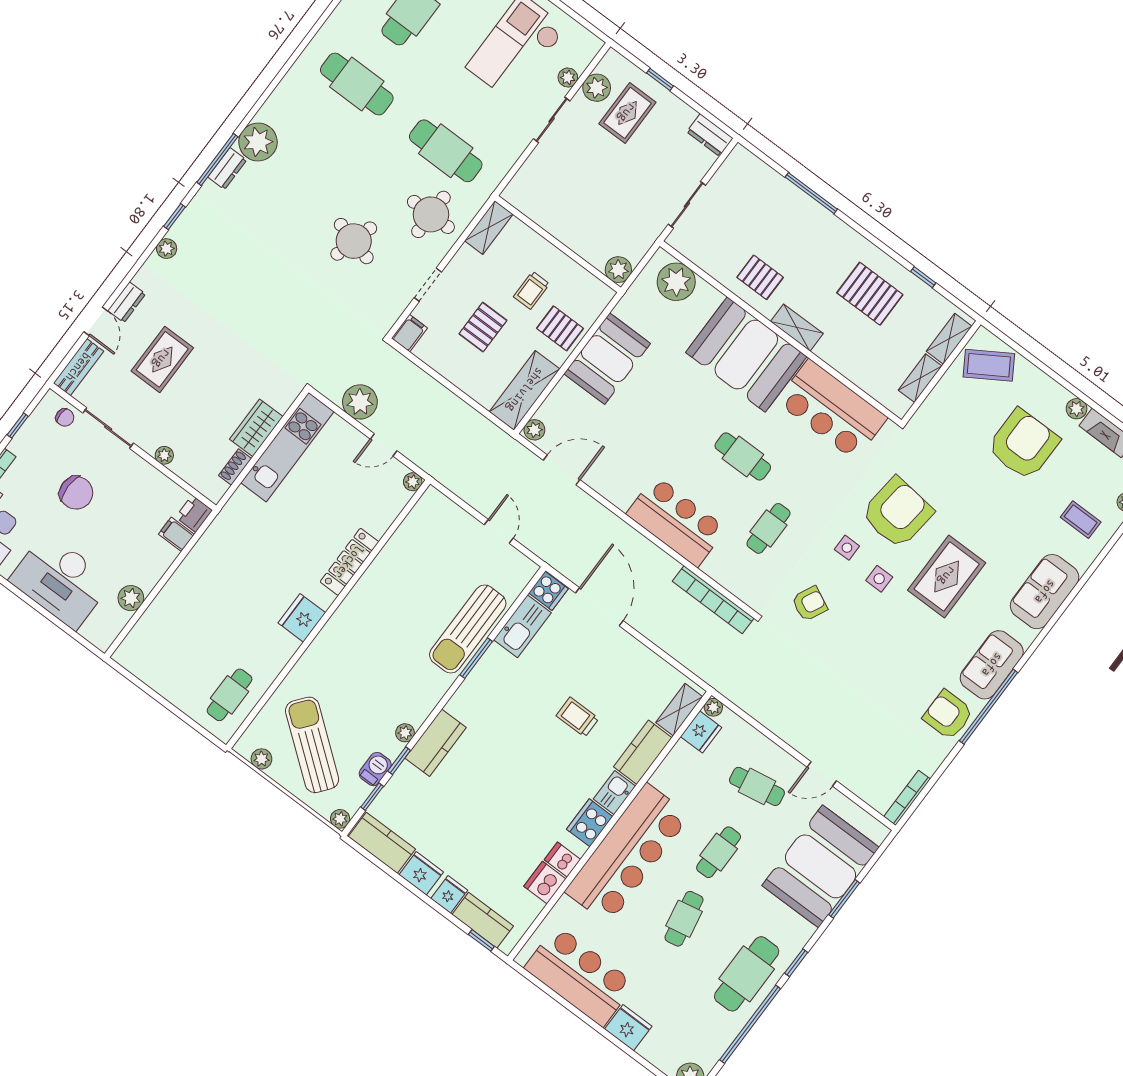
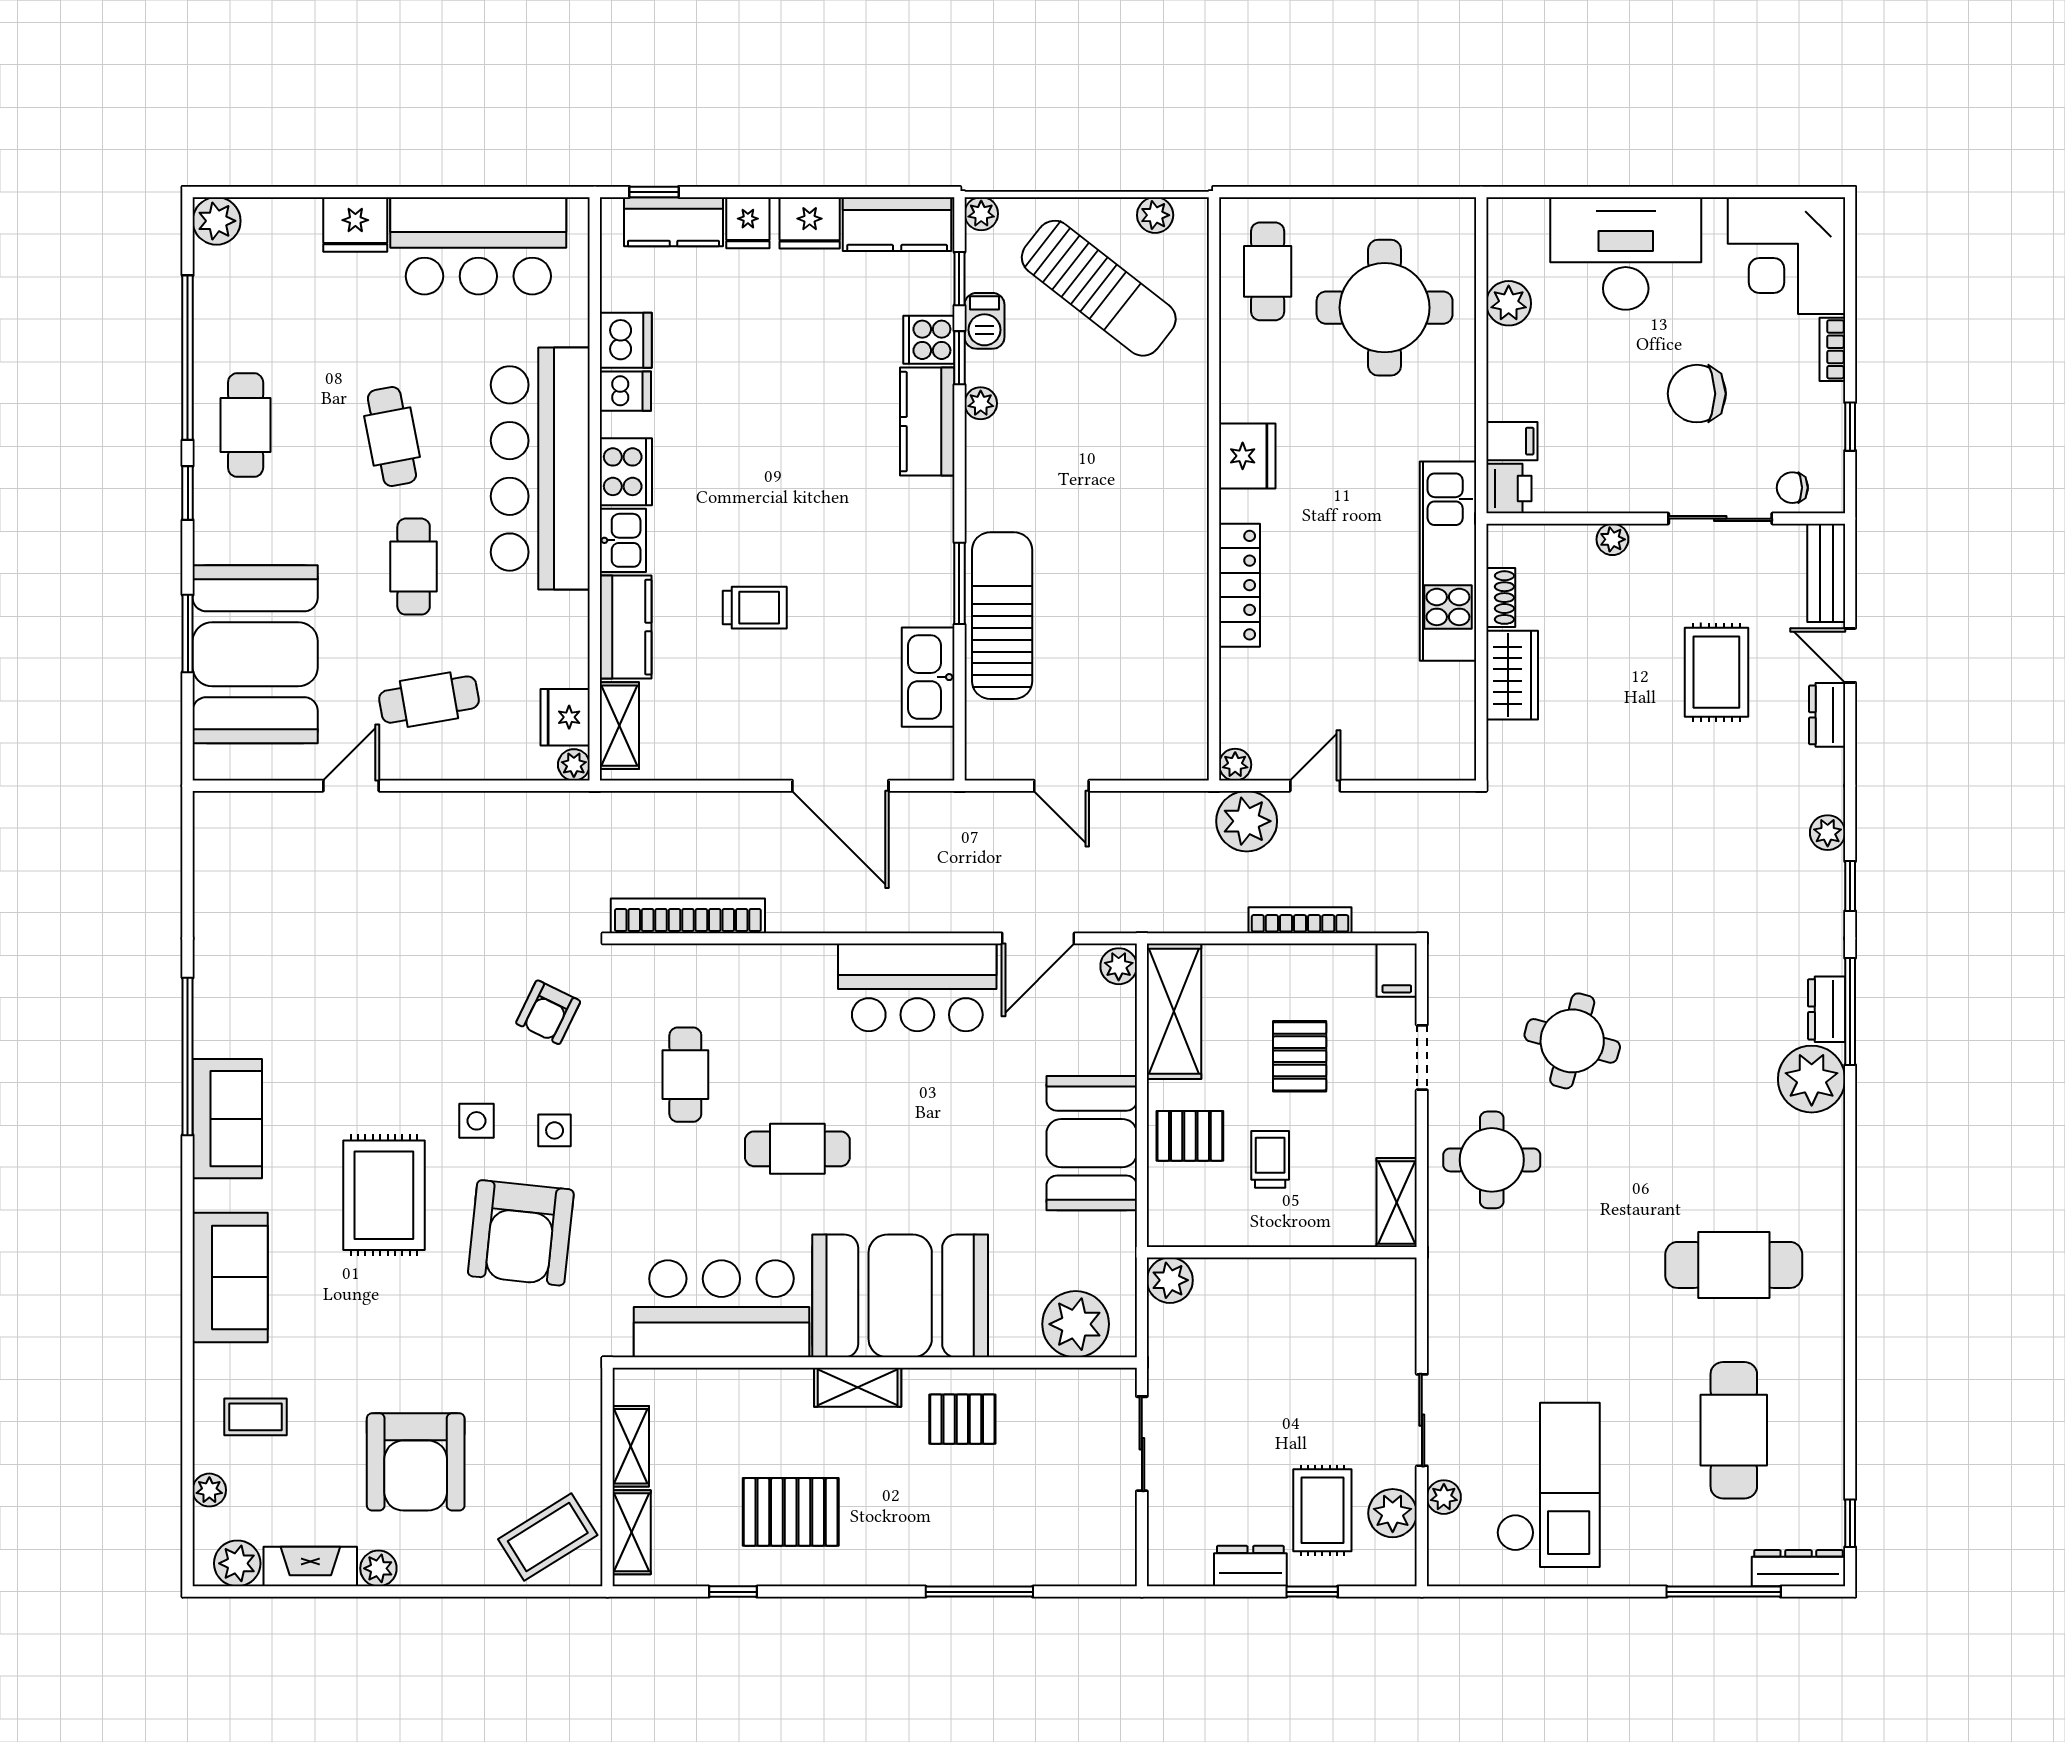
dresser: (710, 135) -> (1250, 1566), moved
cafe table: (446, 151) -> (1538, 1265), removed
plant: (360, 402) -> (1247, 821), moved
kitchen unit: (287, 447) -> (1448, 561), moved
bar counter: (676, 521) -> (917, 987), moved
cooker: (548, 591) -> (929, 340), moved
round table: (189, 638) -> (1385, 308), added
armchair: (948, 715) -> (236, 1002), removed
bookcase: (907, 798) -> (1300, 920), moved, turned -90
cafe table: (747, 974) -> (246, 425), width x0.73, depth x0.74

